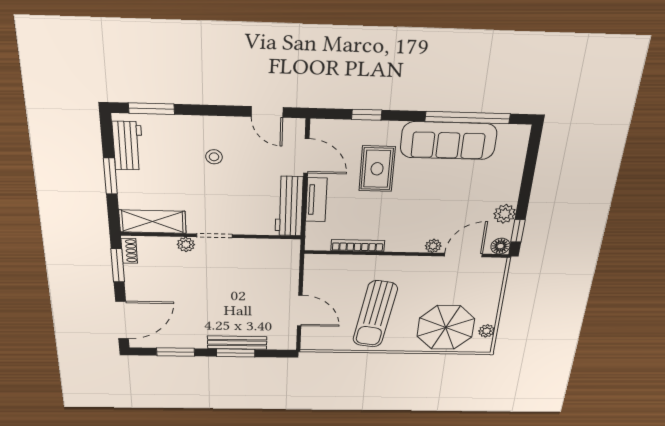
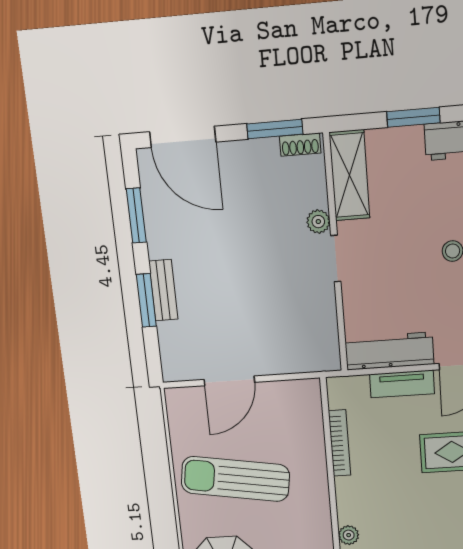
bench: (237, 343) -> (163, 290), width x0.73

